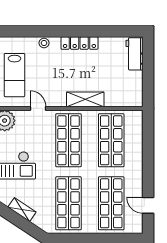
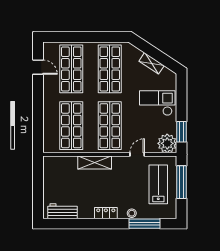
window: (30, 31) -> (145, 224), added
locker: (79, 43) -> (106, 213), width x0.66
workbench: (134, 54) -> (62, 211), moved, turned -90
door: (38, 108) -> (137, 154), swing flipped

